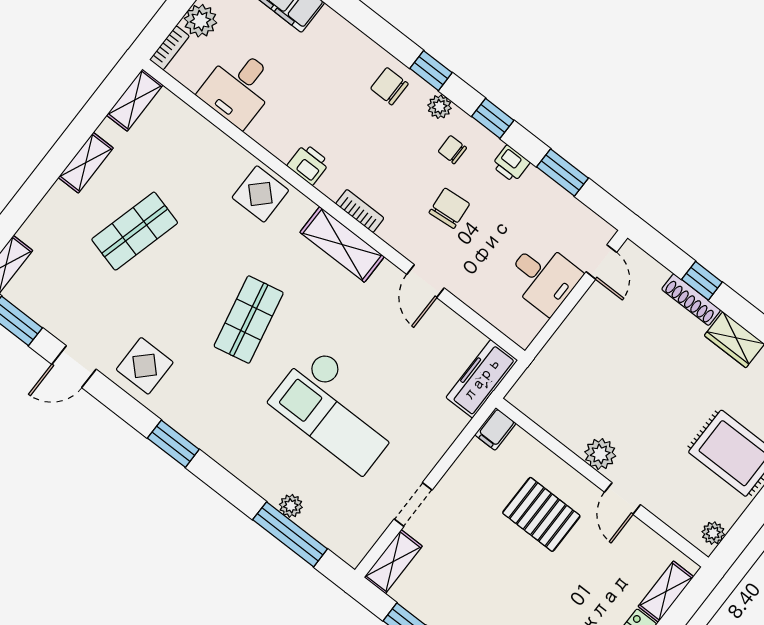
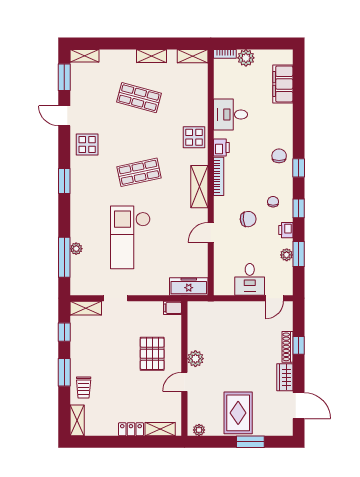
desk: (239, 88) -> (231, 115), moved
plant: (440, 107) -> (287, 255), moved
bookcase: (360, 211) -> (219, 176), width x1.56

